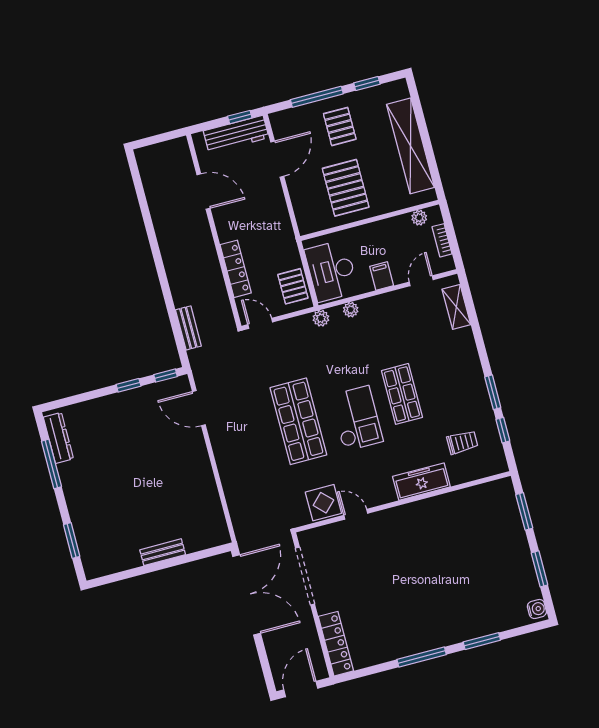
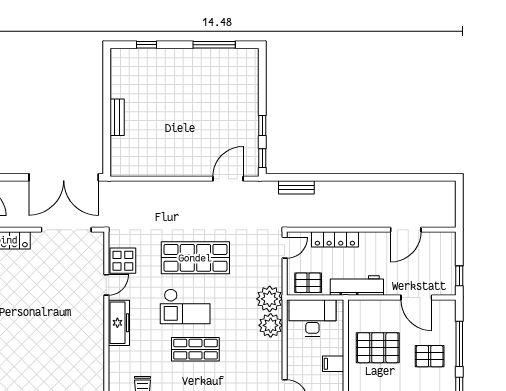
workbench: (236, 134) -> (357, 286), moved, turned 90
filing cabinet: (382, 276) -> (333, 364), moved, turned 180
plant: (351, 310) -> (271, 325), width x1.88, depth x1.88
plant: (321, 318) -> (270, 299), width x1.87, depth x1.87
dresser: (58, 438) -> (234, 56), removed
freezer: (421, 482) -> (119, 323), moved
window: (72, 540) -> (147, 45), width x0.67

